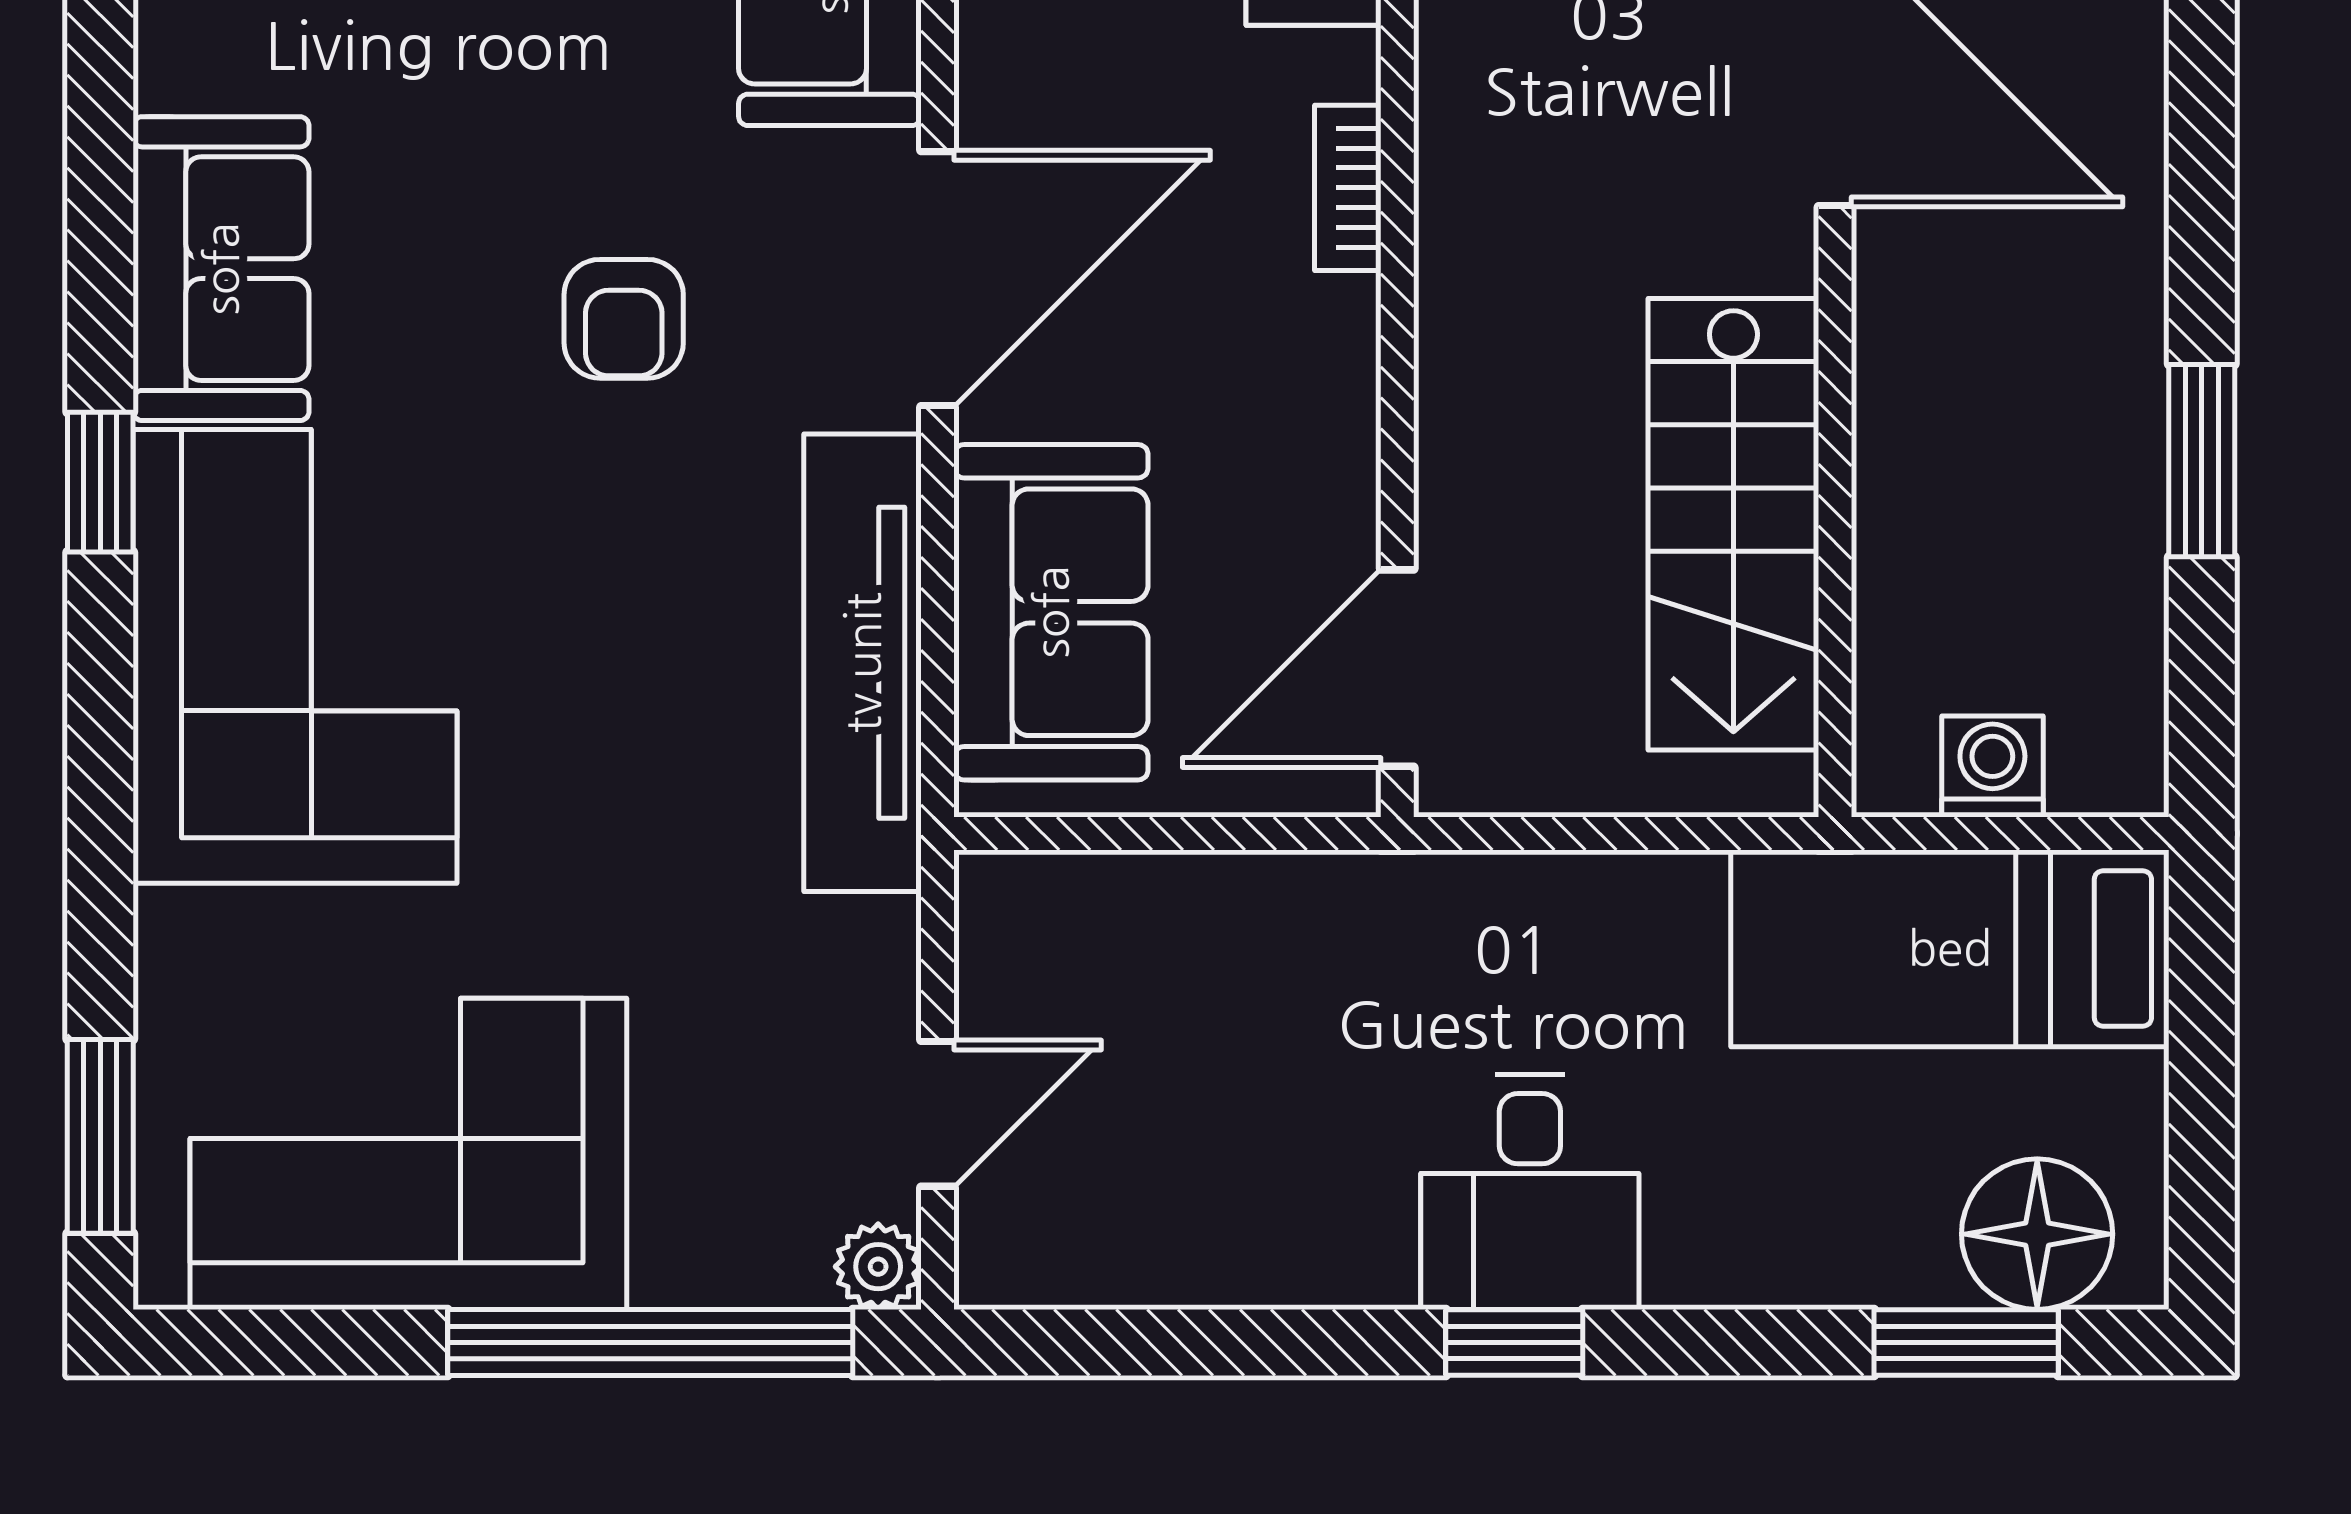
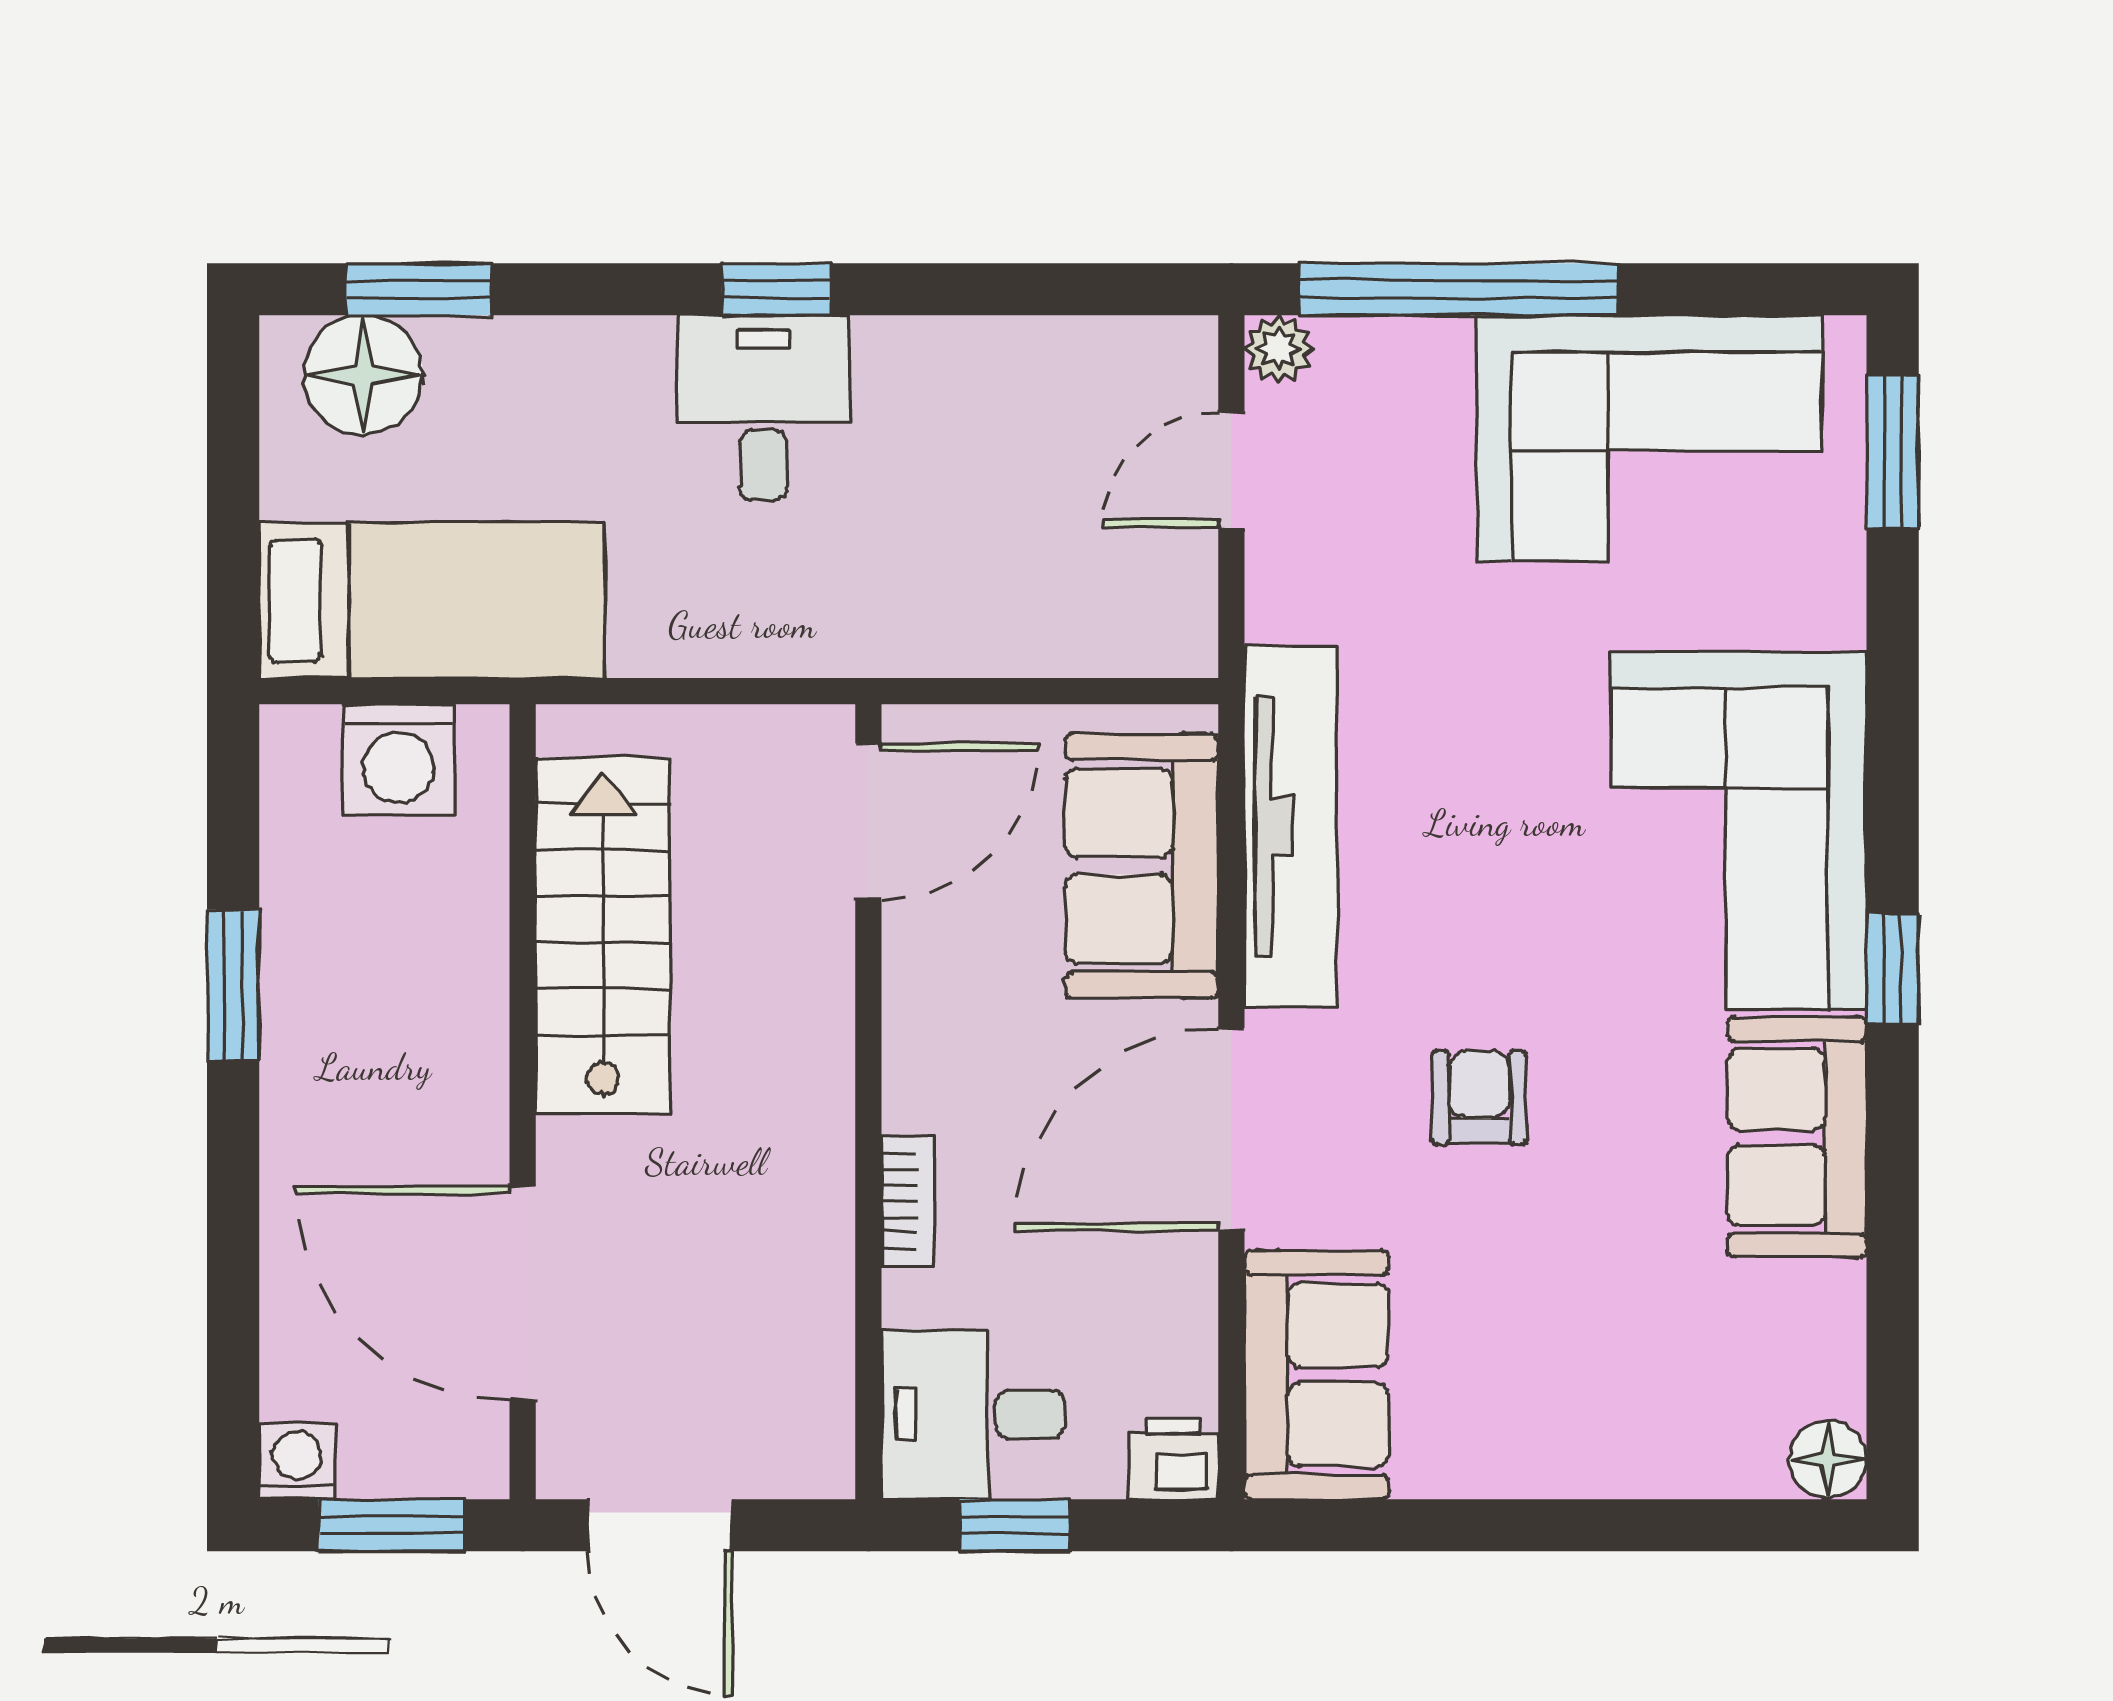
washing machine: (1992, 766) -> (398, 759), width x1.38, depth x1.38

